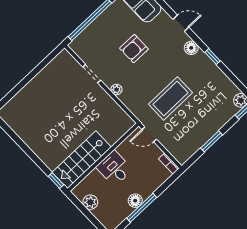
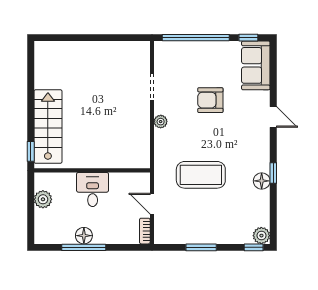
floor lamp: (191, 48) -> (262, 181), moved
door: (149, 134) -> (152, 204), moved
stairs: (82, 160) -> (48, 127), moved, turned 90

